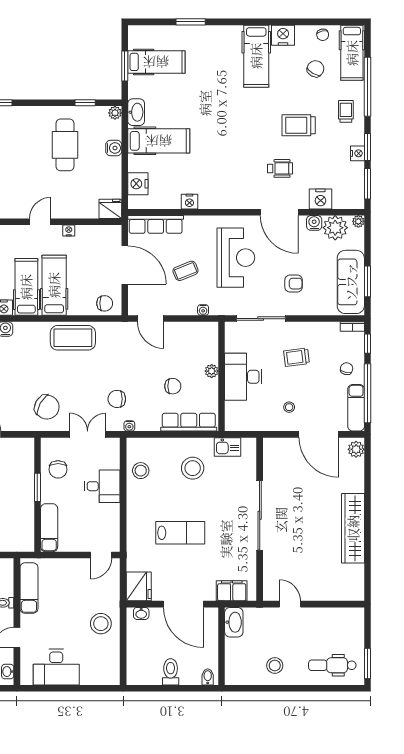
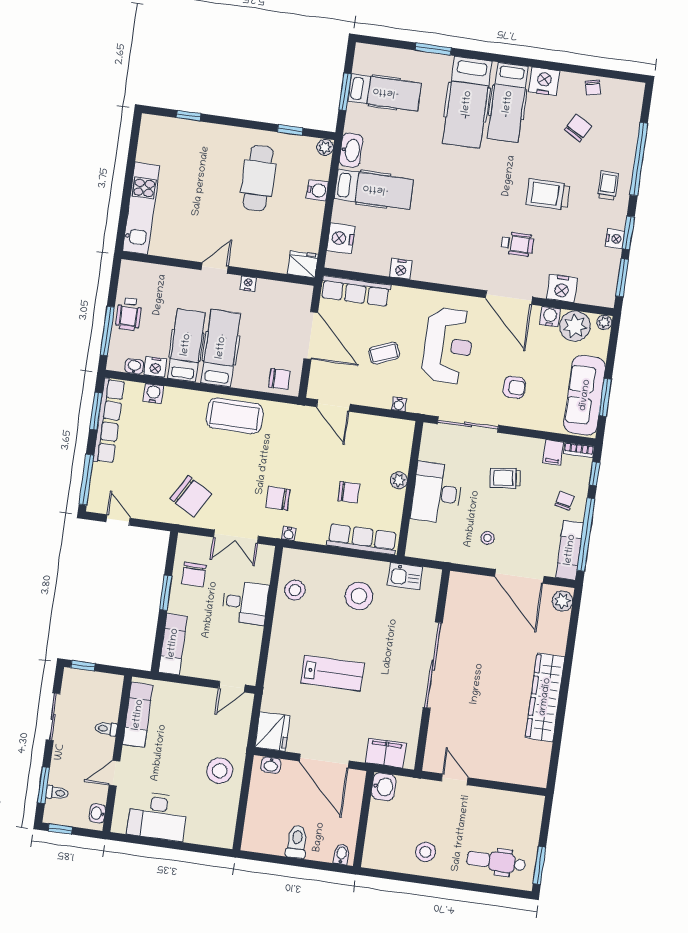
hospital bed: (352, 53) -> (467, 102), moved, width x1.37, depth x1.29
filing cabinet: (332, 331) -> (553, 452), added
double door: (88, 434) -> (236, 537), swing flipped
washbasin: (234, 622) -> (384, 787), width x0.72

